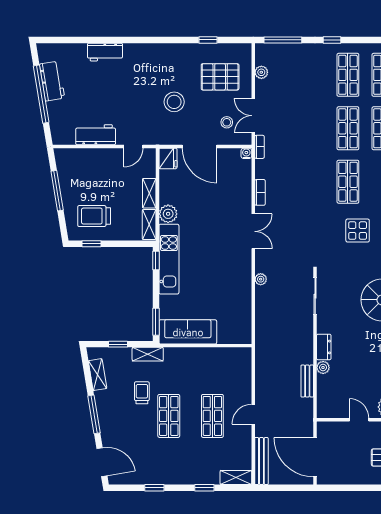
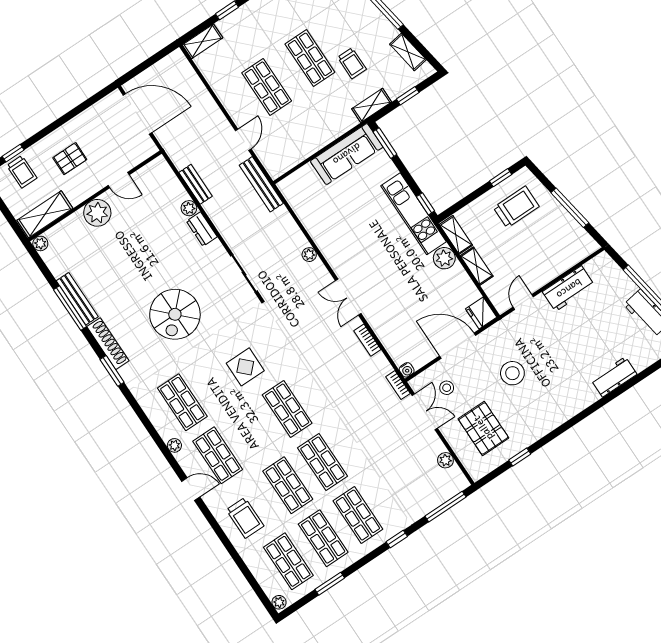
pallet: (220, 77) -> (483, 428), turned 90
door: (253, 414) -> (243, 140), moved
bench: (261, 461) -> (261, 184), moved

